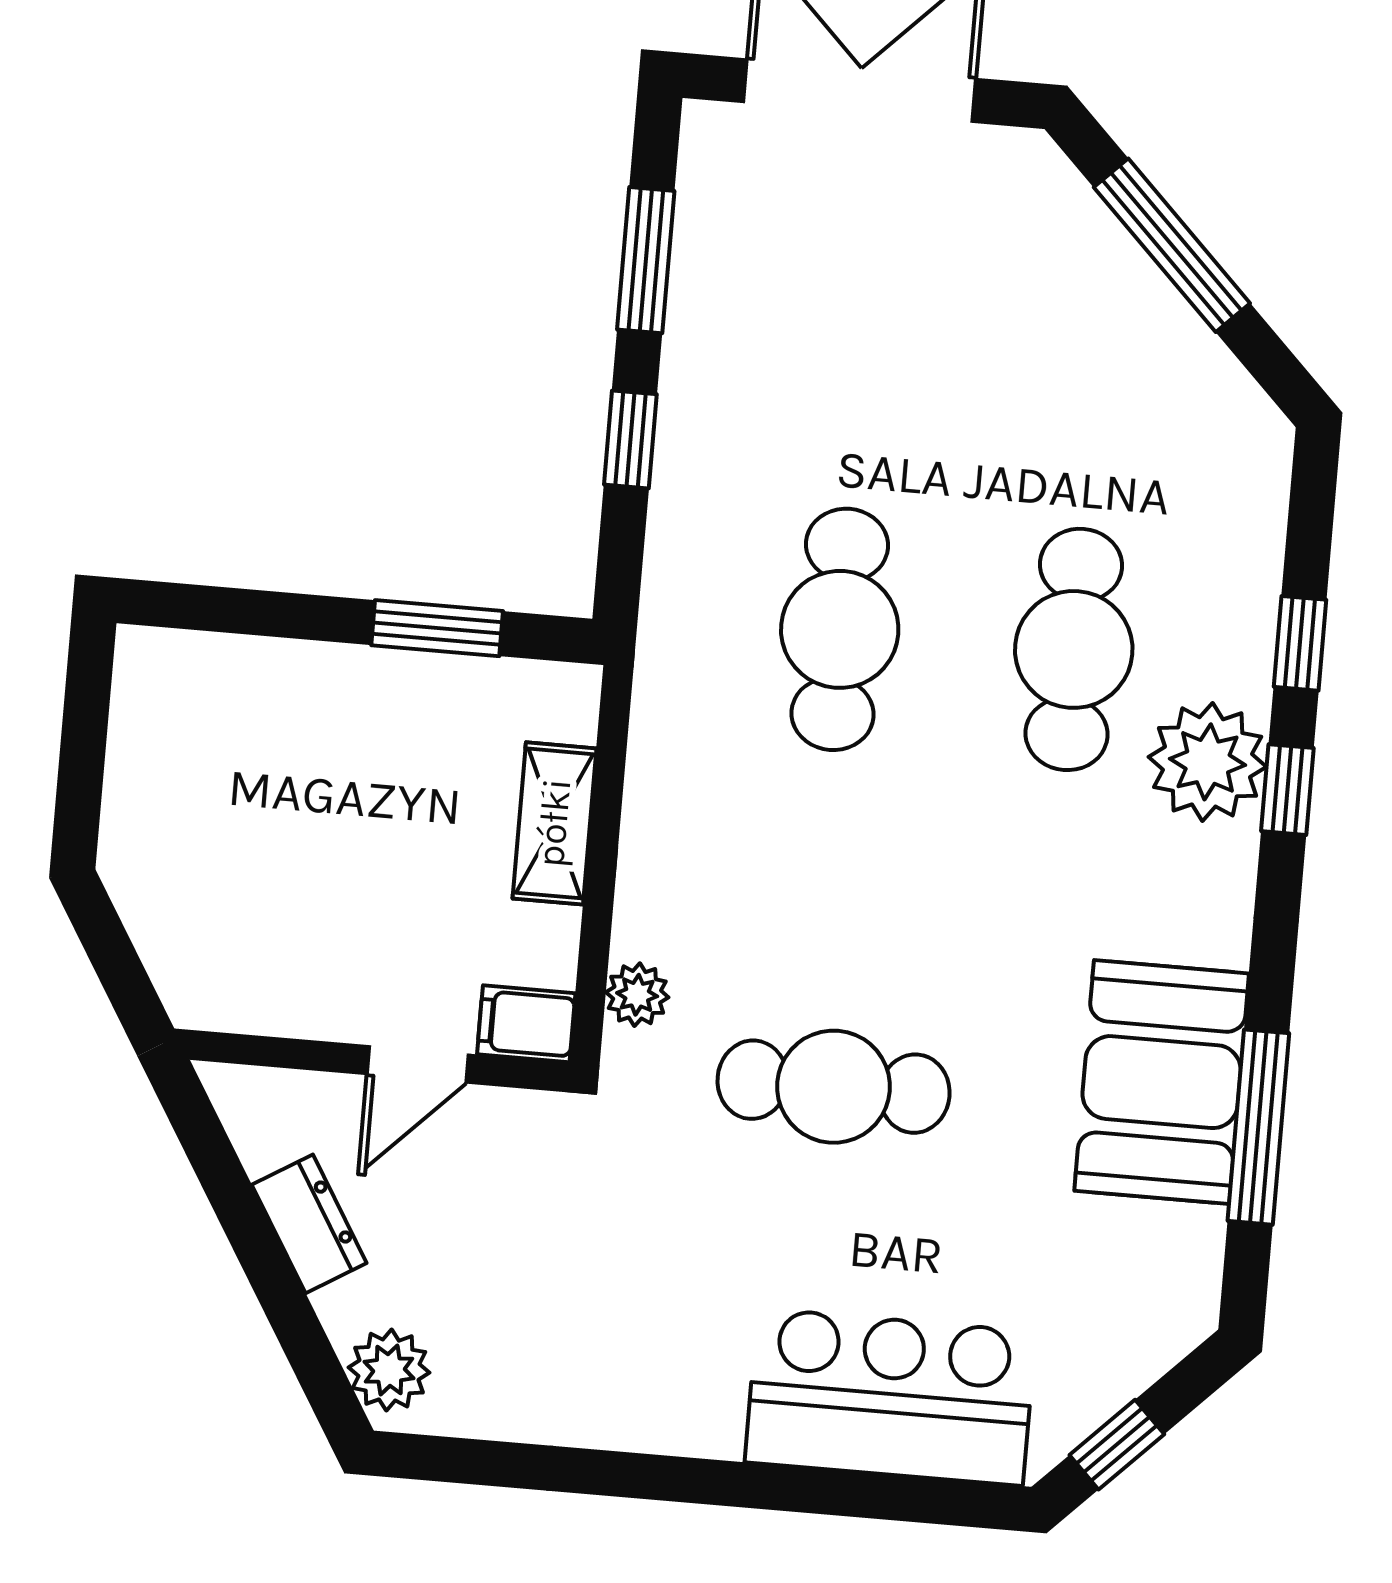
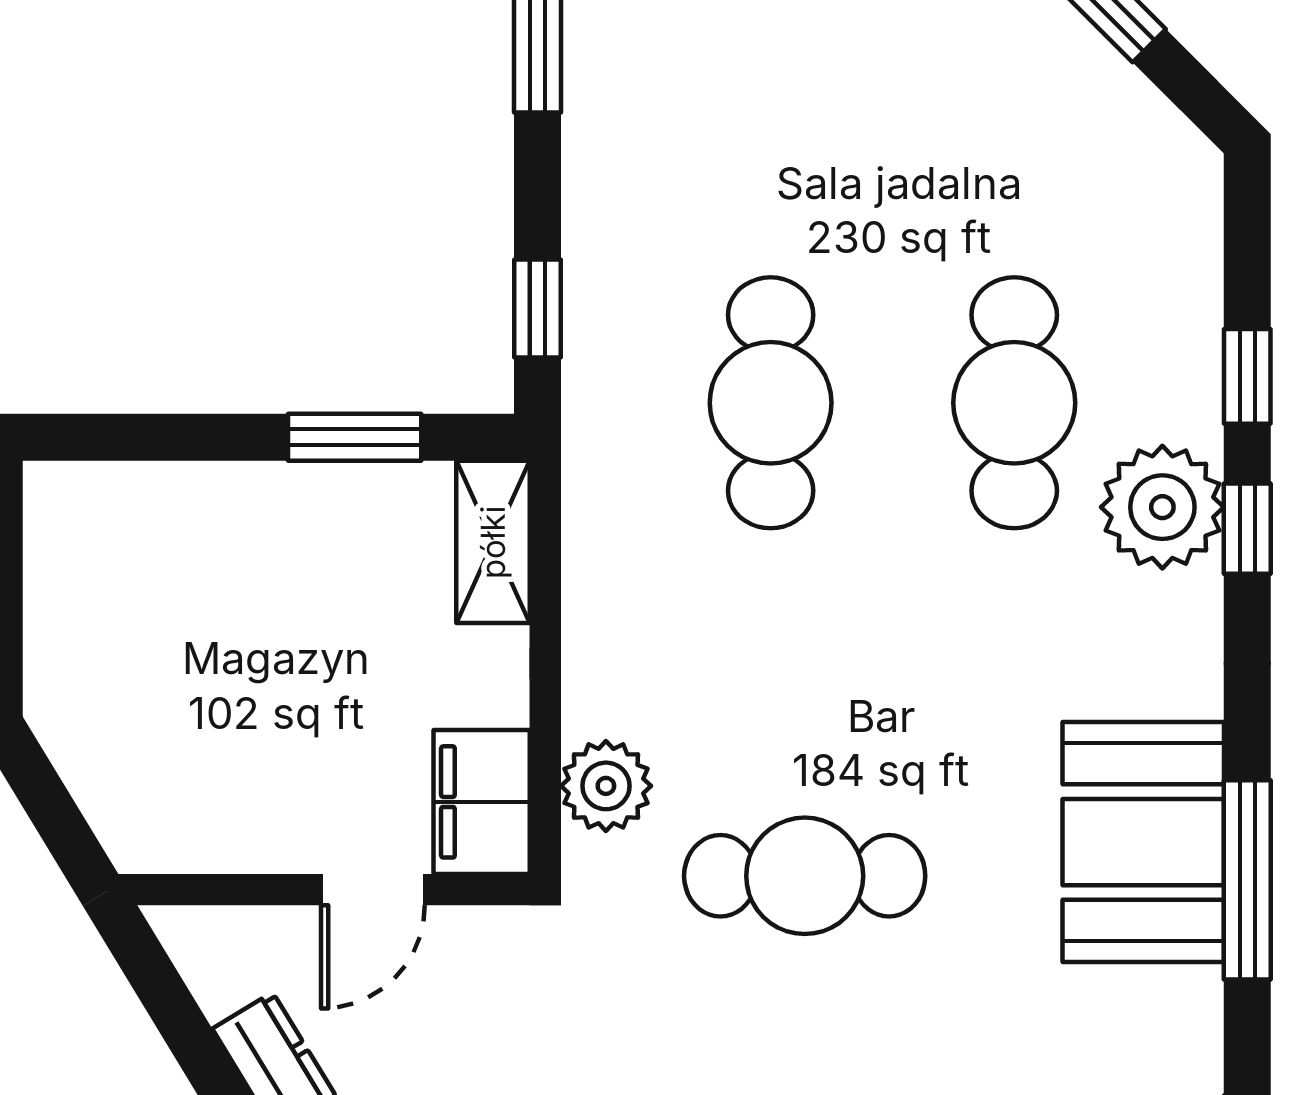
window: (630, 439) -> (537, 309), moved
shelving: (554, 823) -> (493, 542), moved
plant: (637, 995) -> (606, 786), width x1.38, depth x1.38
filing cabinet: (526, 1024) -> (482, 802), width x2.00

